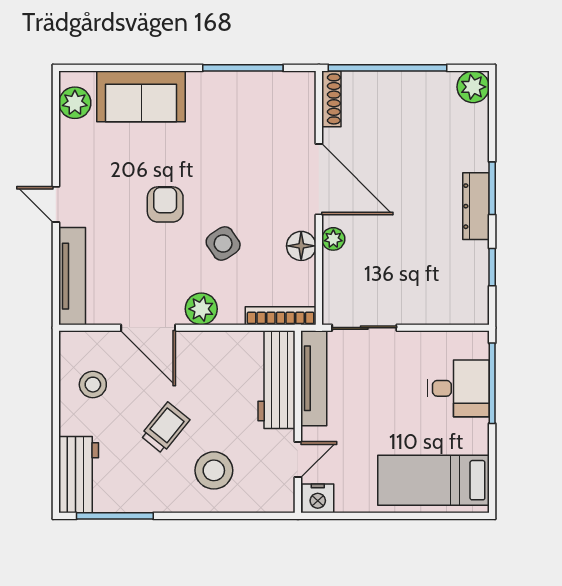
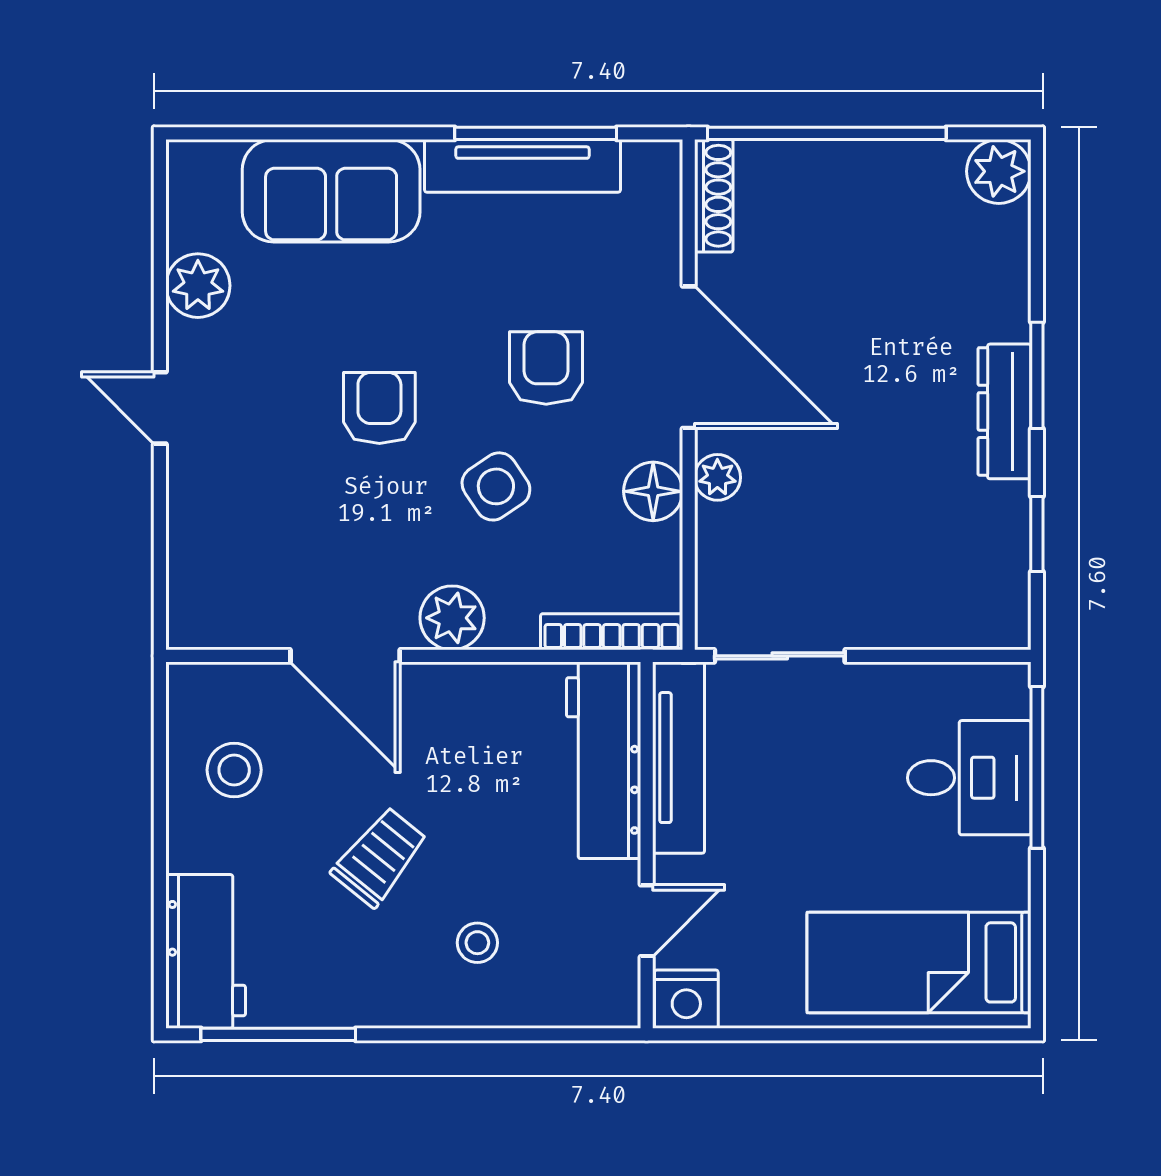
plant: (75, 103) -> (198, 286), moved
armchair: (248, 185) -> (546, 368), added
tv unit: (72, 276) -> (523, 166), moved, turned 90
stool: (214, 470) -> (477, 943), width x0.53, depth x0.53

